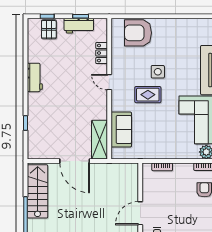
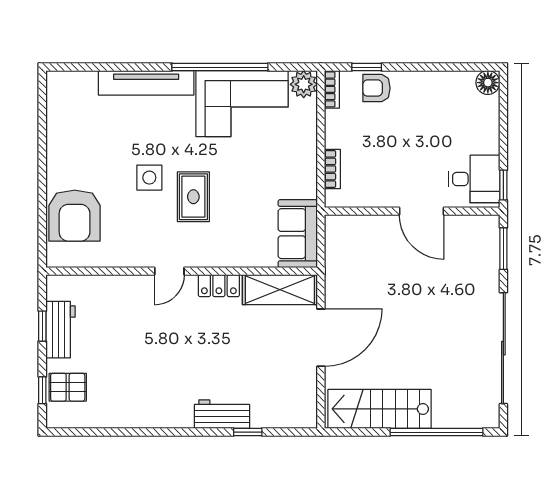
locker: (102, 53) -> (219, 286), moved
workbench: (35, 77) -> (222, 414), moved
sofa: (121, 130) -> (298, 234), moved, turned -90

